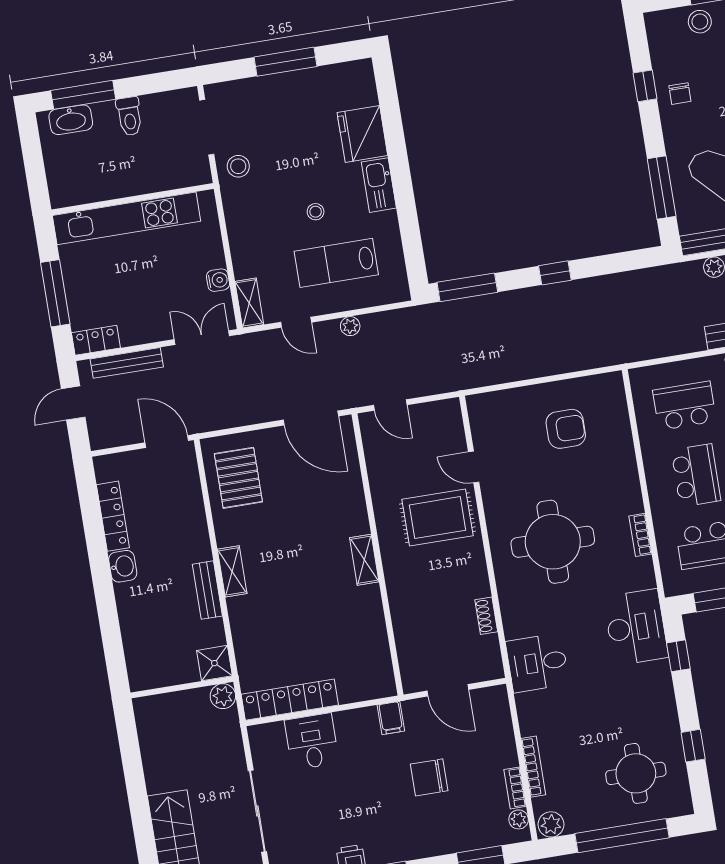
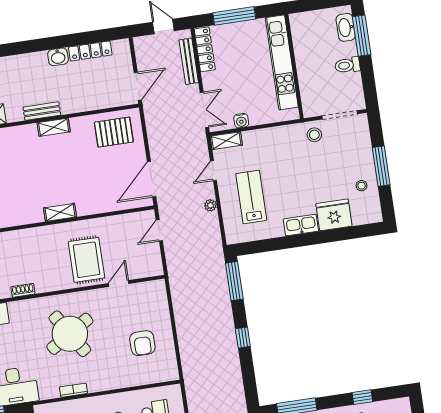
stool: (316, 212) -> (362, 186), moved
locker: (96, 340) -> (205, 49), width x1.53
round table: (553, 542) -> (70, 334), turned -32

